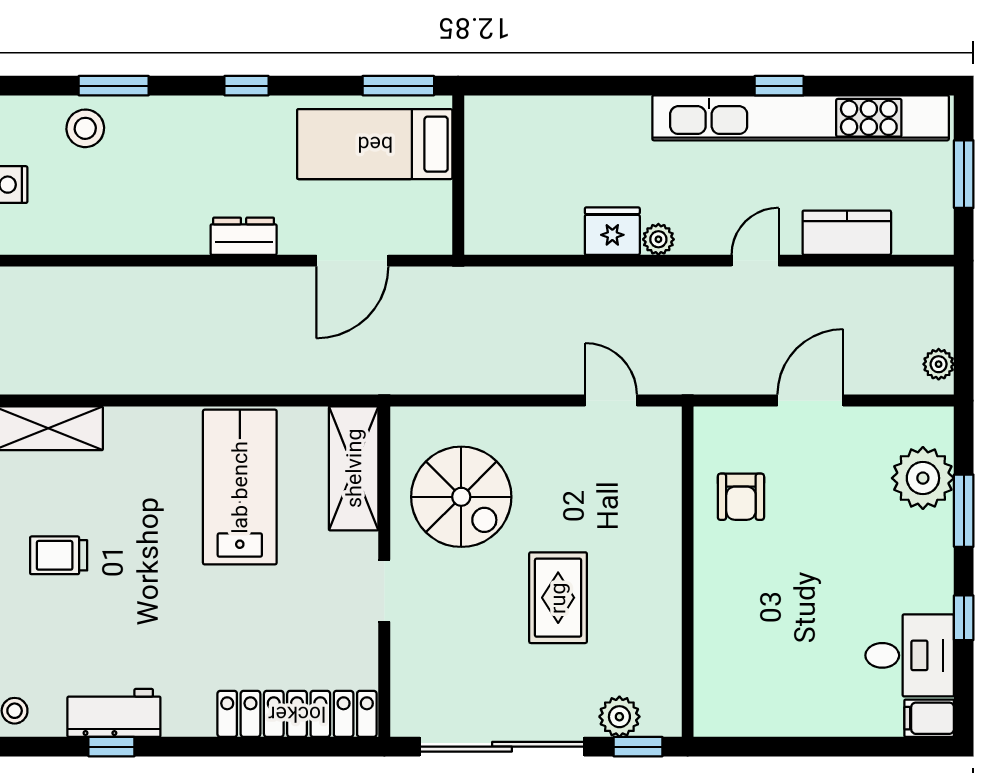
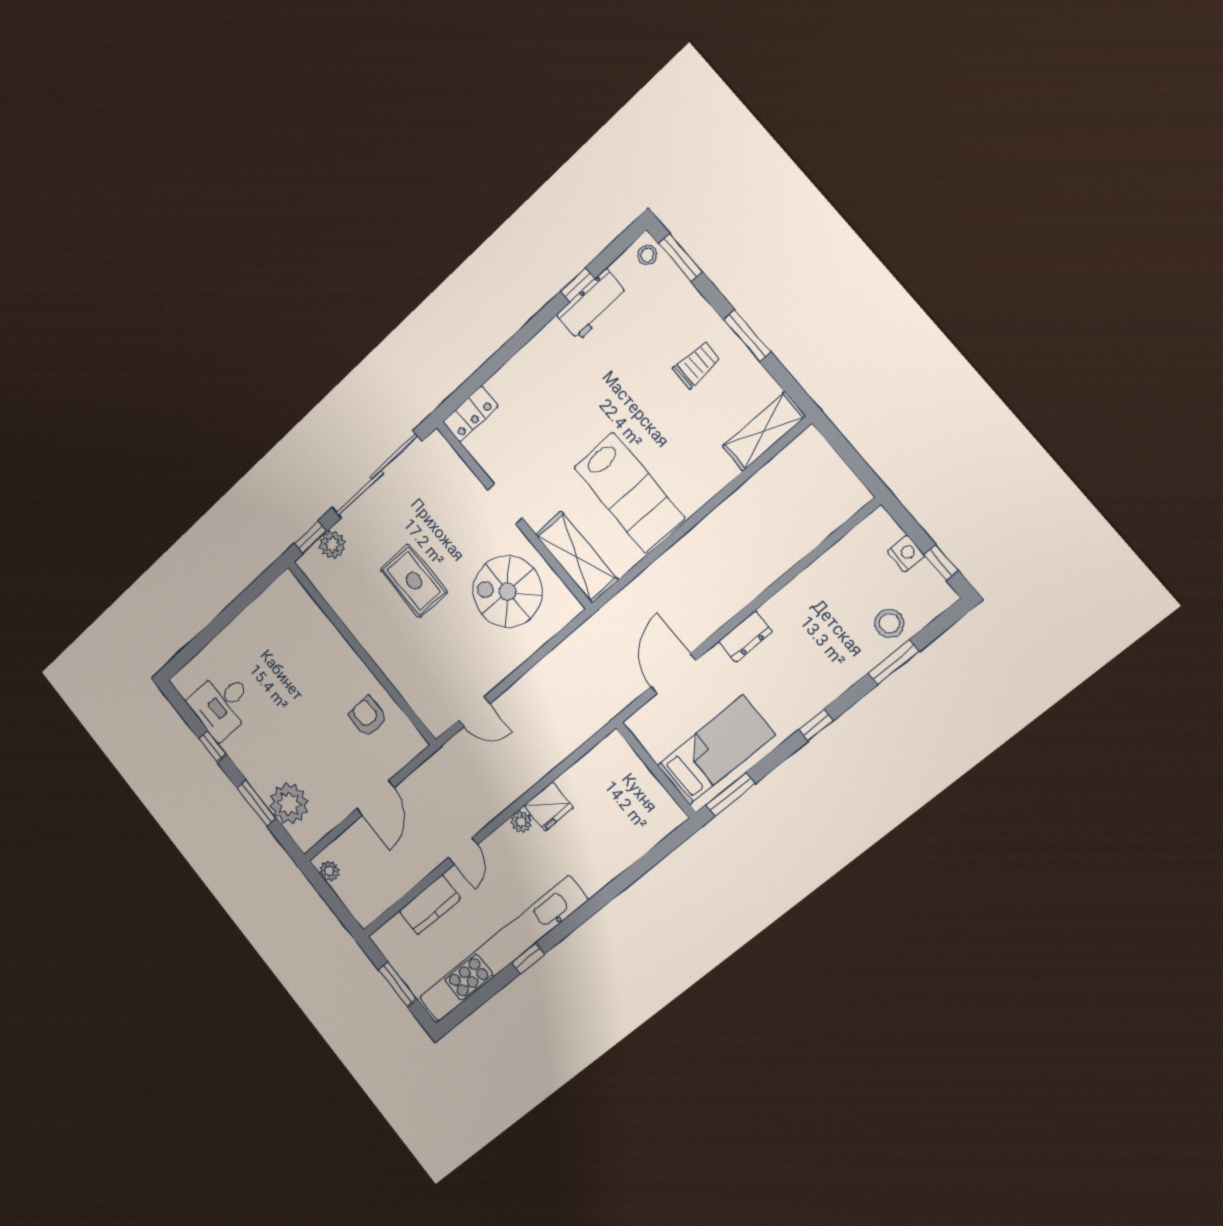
locker: (297, 714) -> (470, 414), width x0.46, depth x0.83
filing cabinet: (929, 718) -> (187, 679), removed

